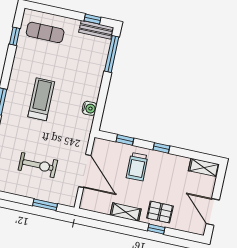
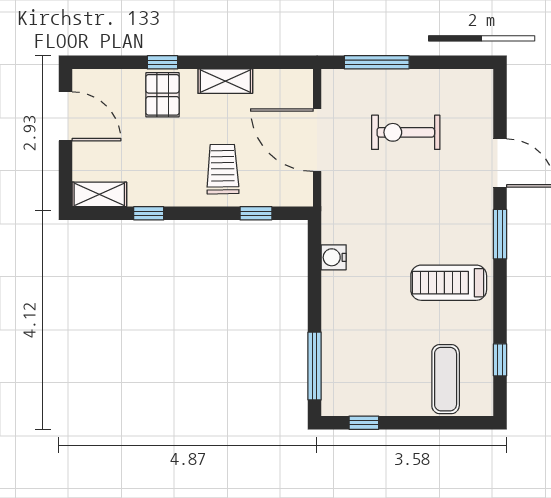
bench: (96, 30) -> (353, 404), removed
exercise mat: (45, 32) -> (446, 379), turned 90
treadmill: (41, 99) -> (449, 283), moved, turned 90
window: (161, 148) -> (149, 213), moved
window: (45, 205) -> (377, 62), width x1.44
pallet: (160, 212) -> (162, 95), turned 90

